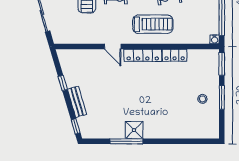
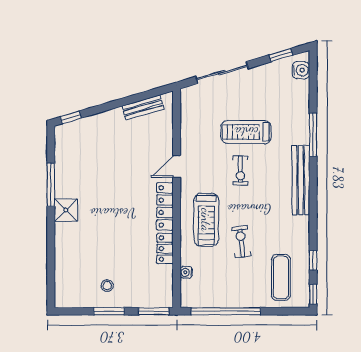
water cooler: (215, 39) -> (186, 272), moved
window: (63, 83) -> (128, 100), removed
bench: (77, 102) -> (143, 107), moved
shower: (134, 130) -> (66, 210), moved

